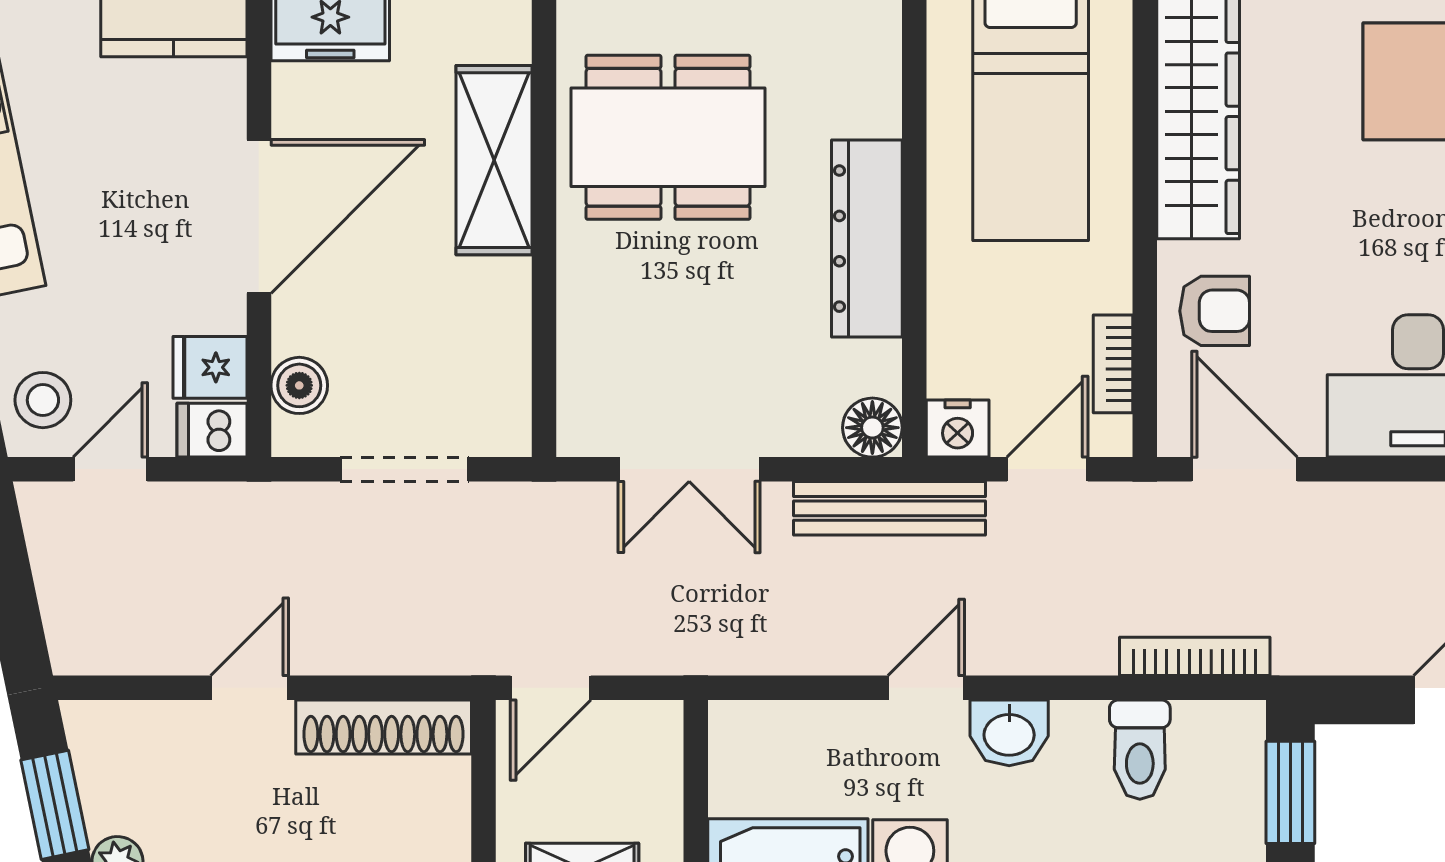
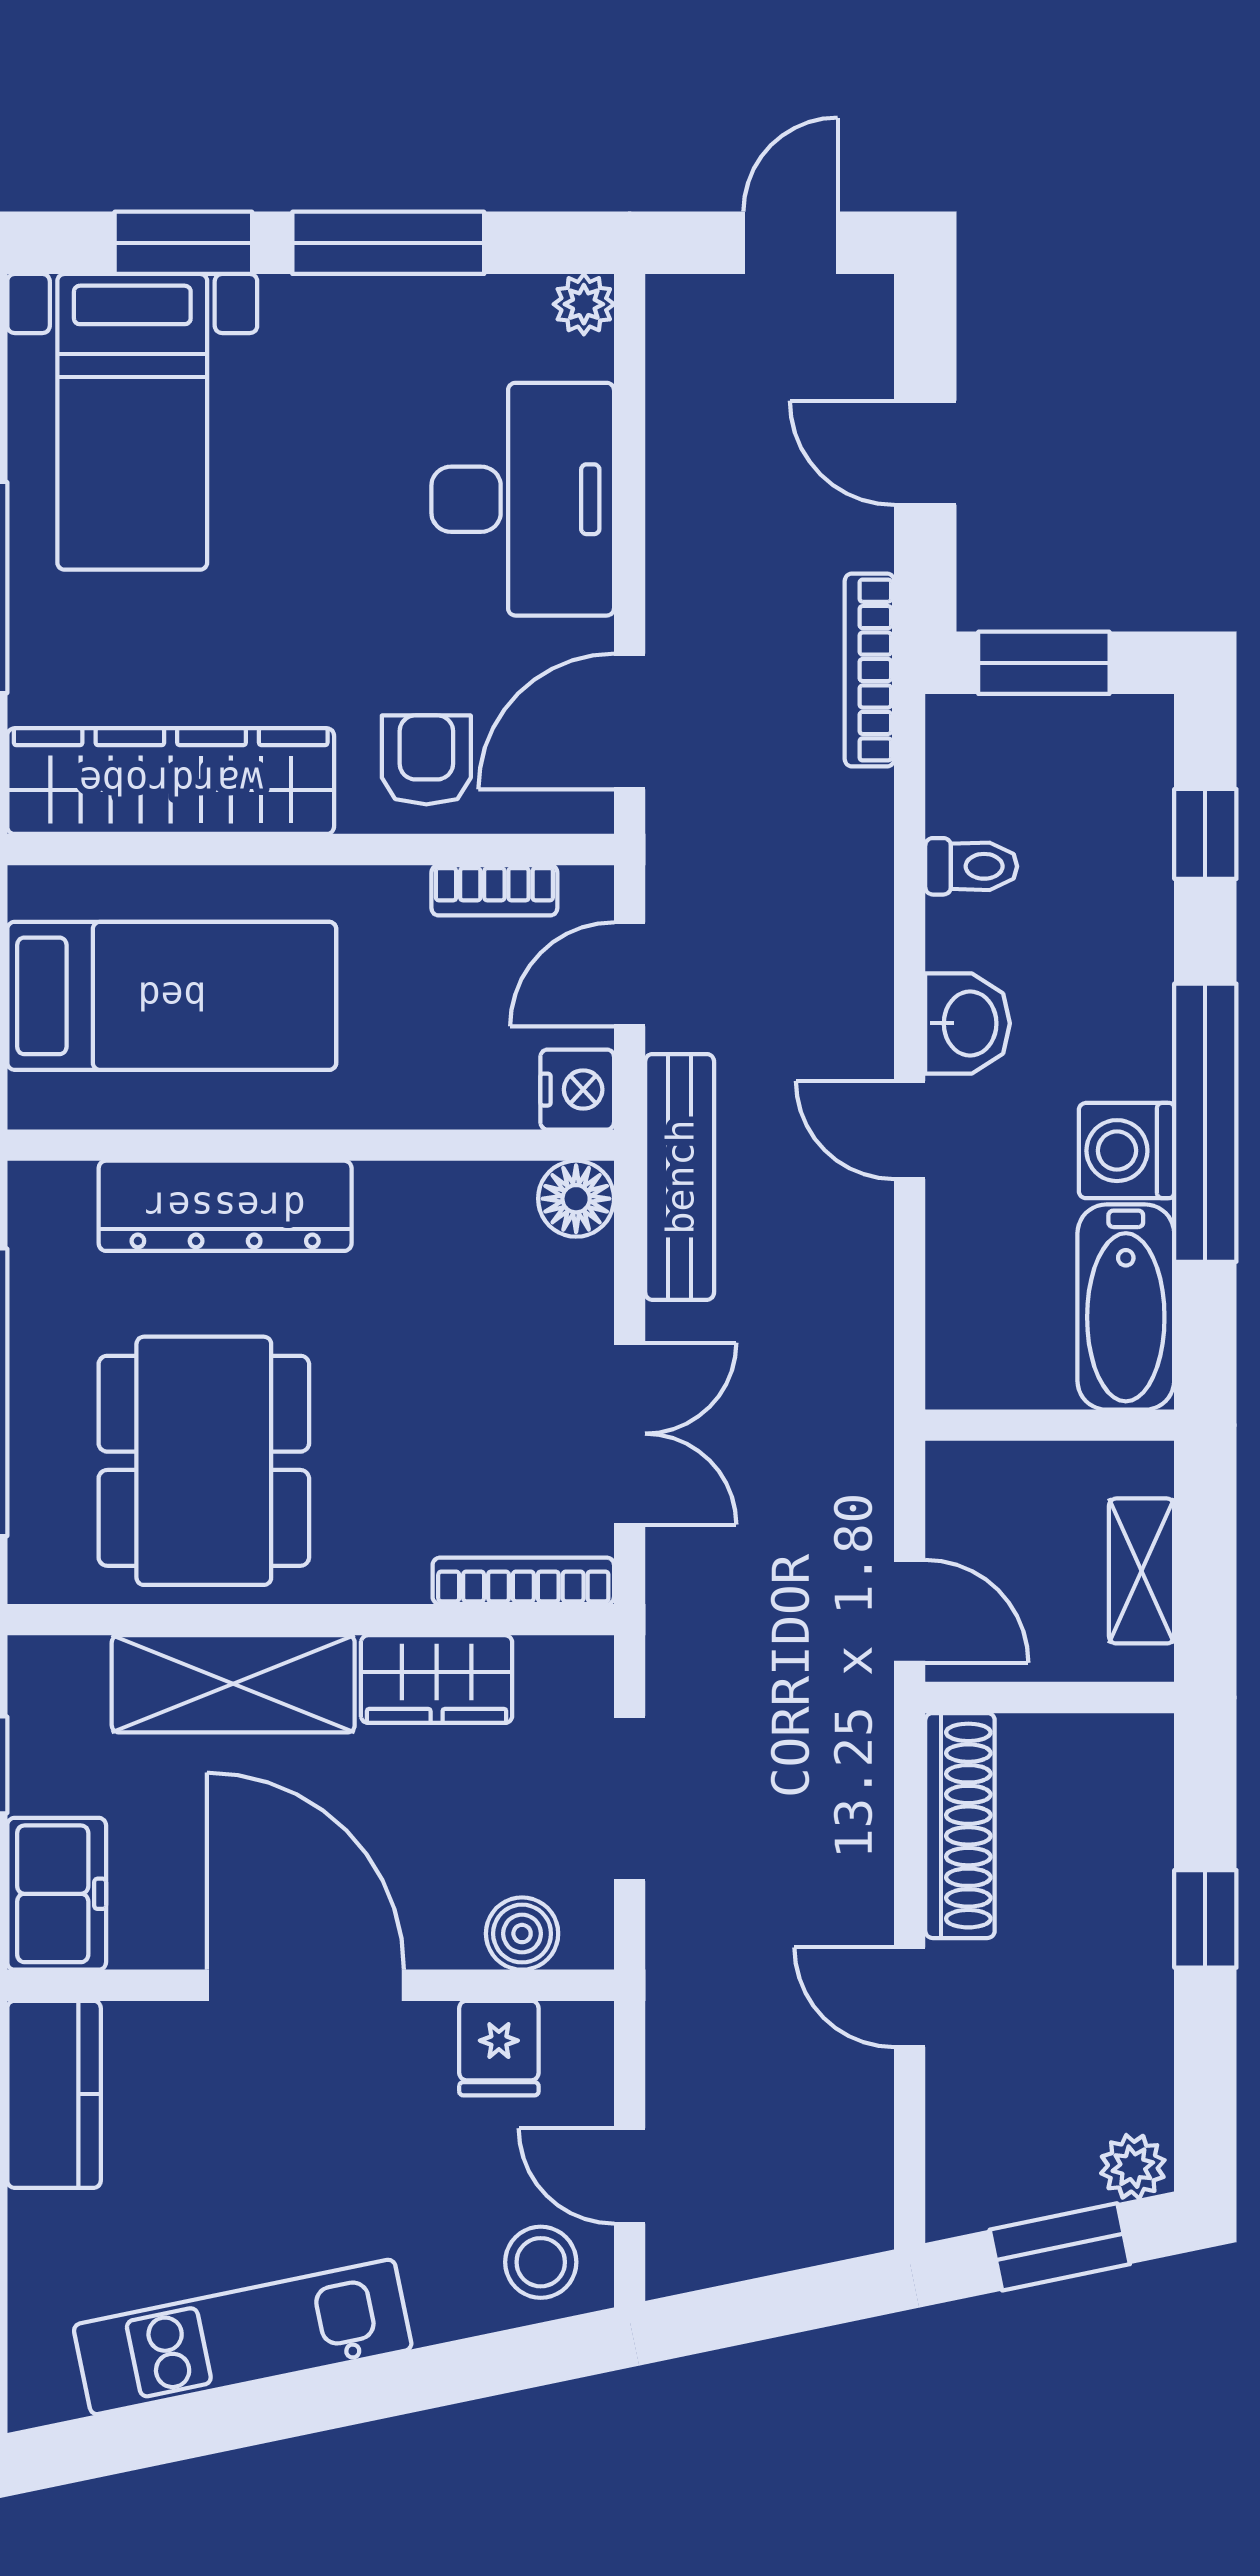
dresser: (867, 239) -> (225, 1206), moved
wardrobe: (498, 319) -> (437, 1679), added
bookcase: (574, 386) -> (523, 1581), added
dishwasher: (212, 430) -> (579, 2045), removed
door: (1047, 469) -> (630, 974), hinge flipped
bookcase: (1195, 656) -> (869, 670), moved
toilet: (1140, 750) -> (971, 866), width x0.73, depth x0.72

